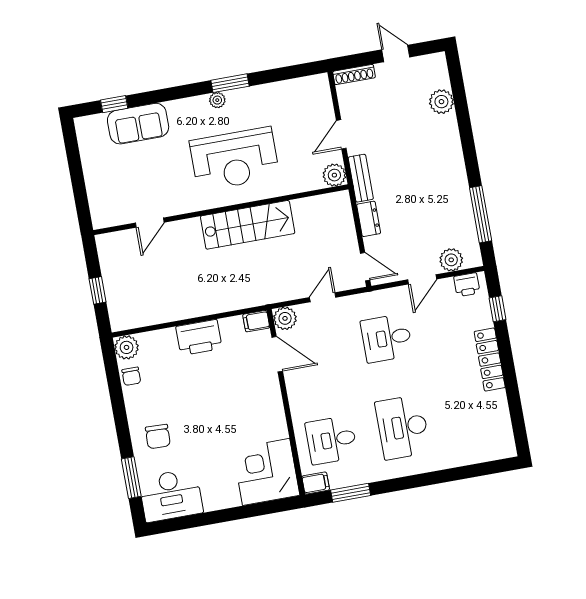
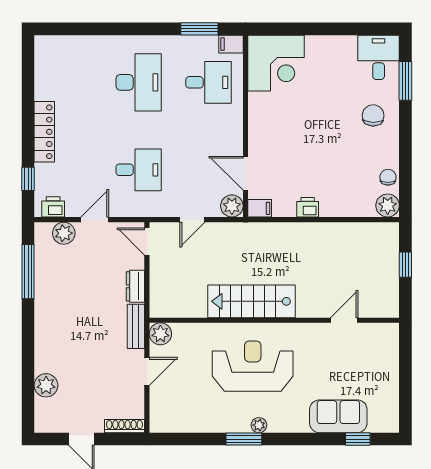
printer: (199, 337) -> (308, 207), width x0.53, depth x0.68
desk: (171, 495) -> (379, 57), width x0.73

